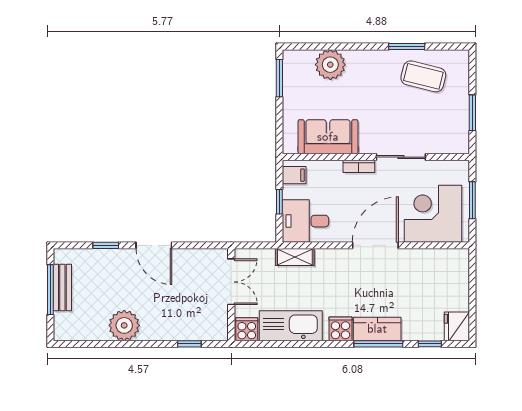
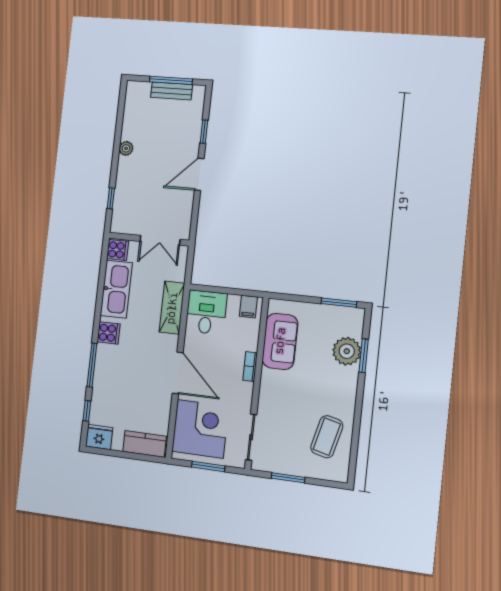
window: (407, 46) -> (364, 356), moved
sliding door: (401, 157) -> (251, 437), moved
window: (279, 202) -> (226, 291), removed
shelving: (295, 257) -> (172, 308), width x1.50, depth x1.33
plant: (124, 325) -> (126, 148), width x0.53, depth x0.53
kitchen counter: (377, 329) -> (145, 444), moved, turned -90

